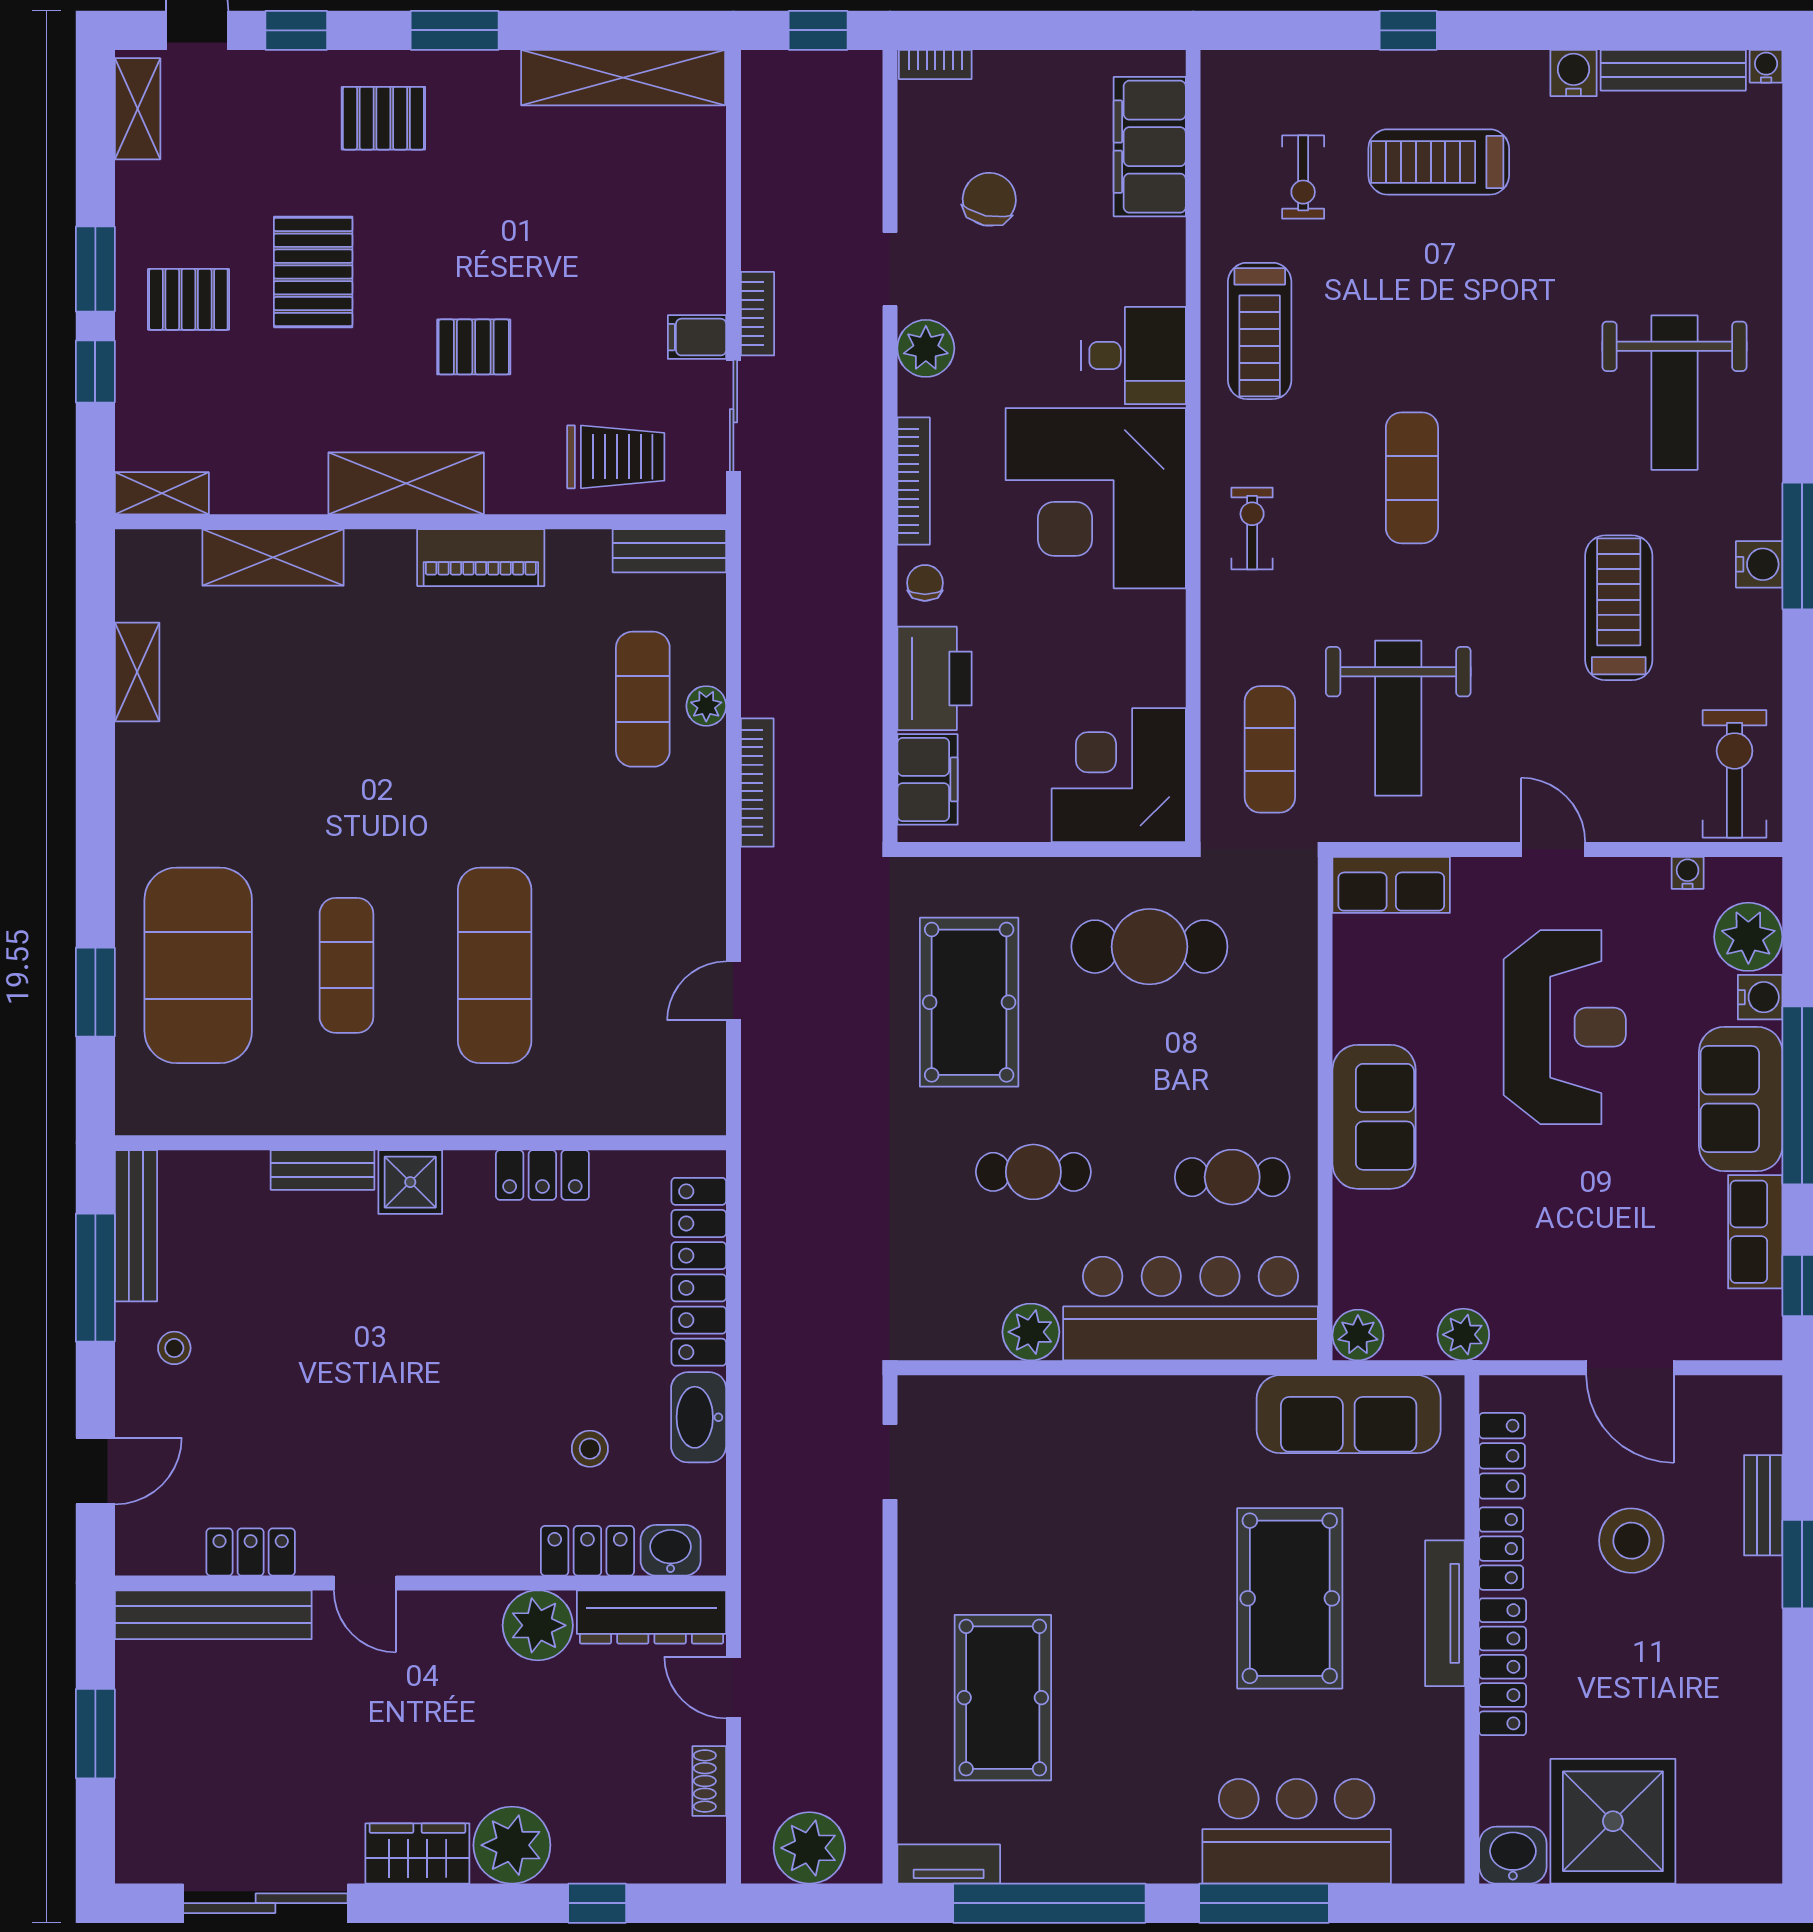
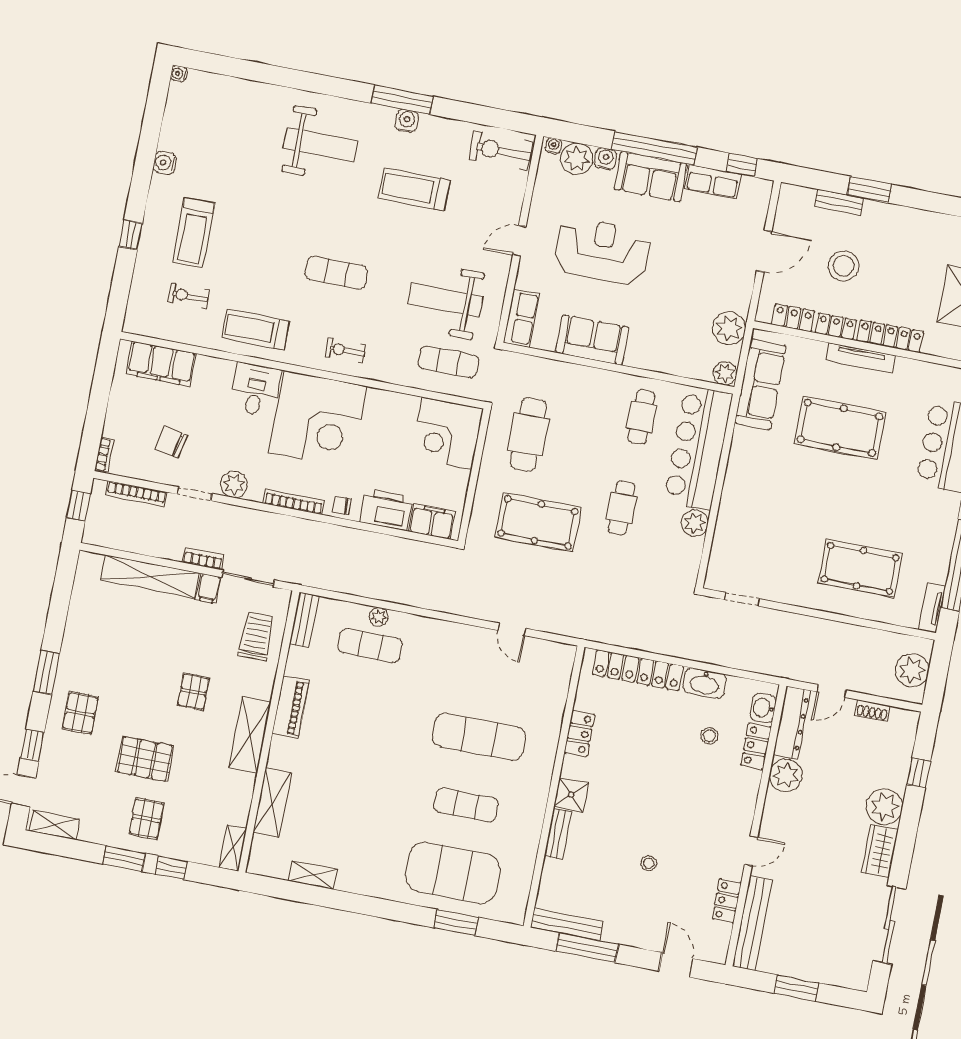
bench: (1673, 70) -> (172, 117), removed
shelving: (623, 78) -> (150, 576), moved, turned 90
exercise bike: (1303, 177) -> (189, 296), turned 180
treadmill: (1260, 331) -> (255, 330), turned 180
weight bench: (1398, 718) -> (445, 300), turned 180
bookcase: (757, 783) -> (136, 494), moved, turned 180
water cooler: (1688, 873) -> (554, 146), moved, turned 90
sofa: (1374, 1117) -> (592, 340), moved
plant: (1463, 1335) -> (729, 328), width x1.36, depth x1.36
stool: (174, 1348) -> (649, 863), moved

